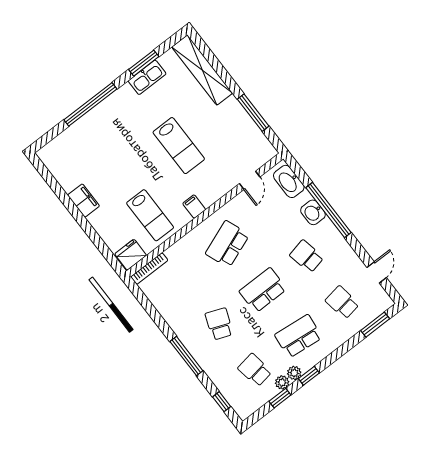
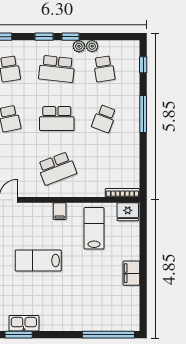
window: (90, 104) -> (108, 335), moved
lab bench: (179, 146) -> (38, 260), turned -90
window: (280, 398) -> (44, 37), moved

